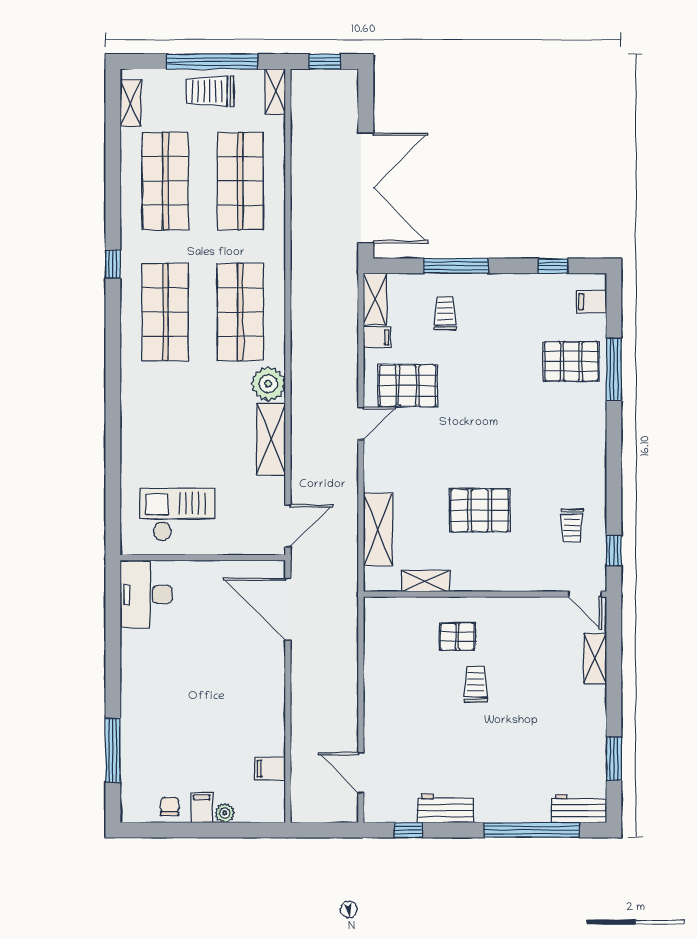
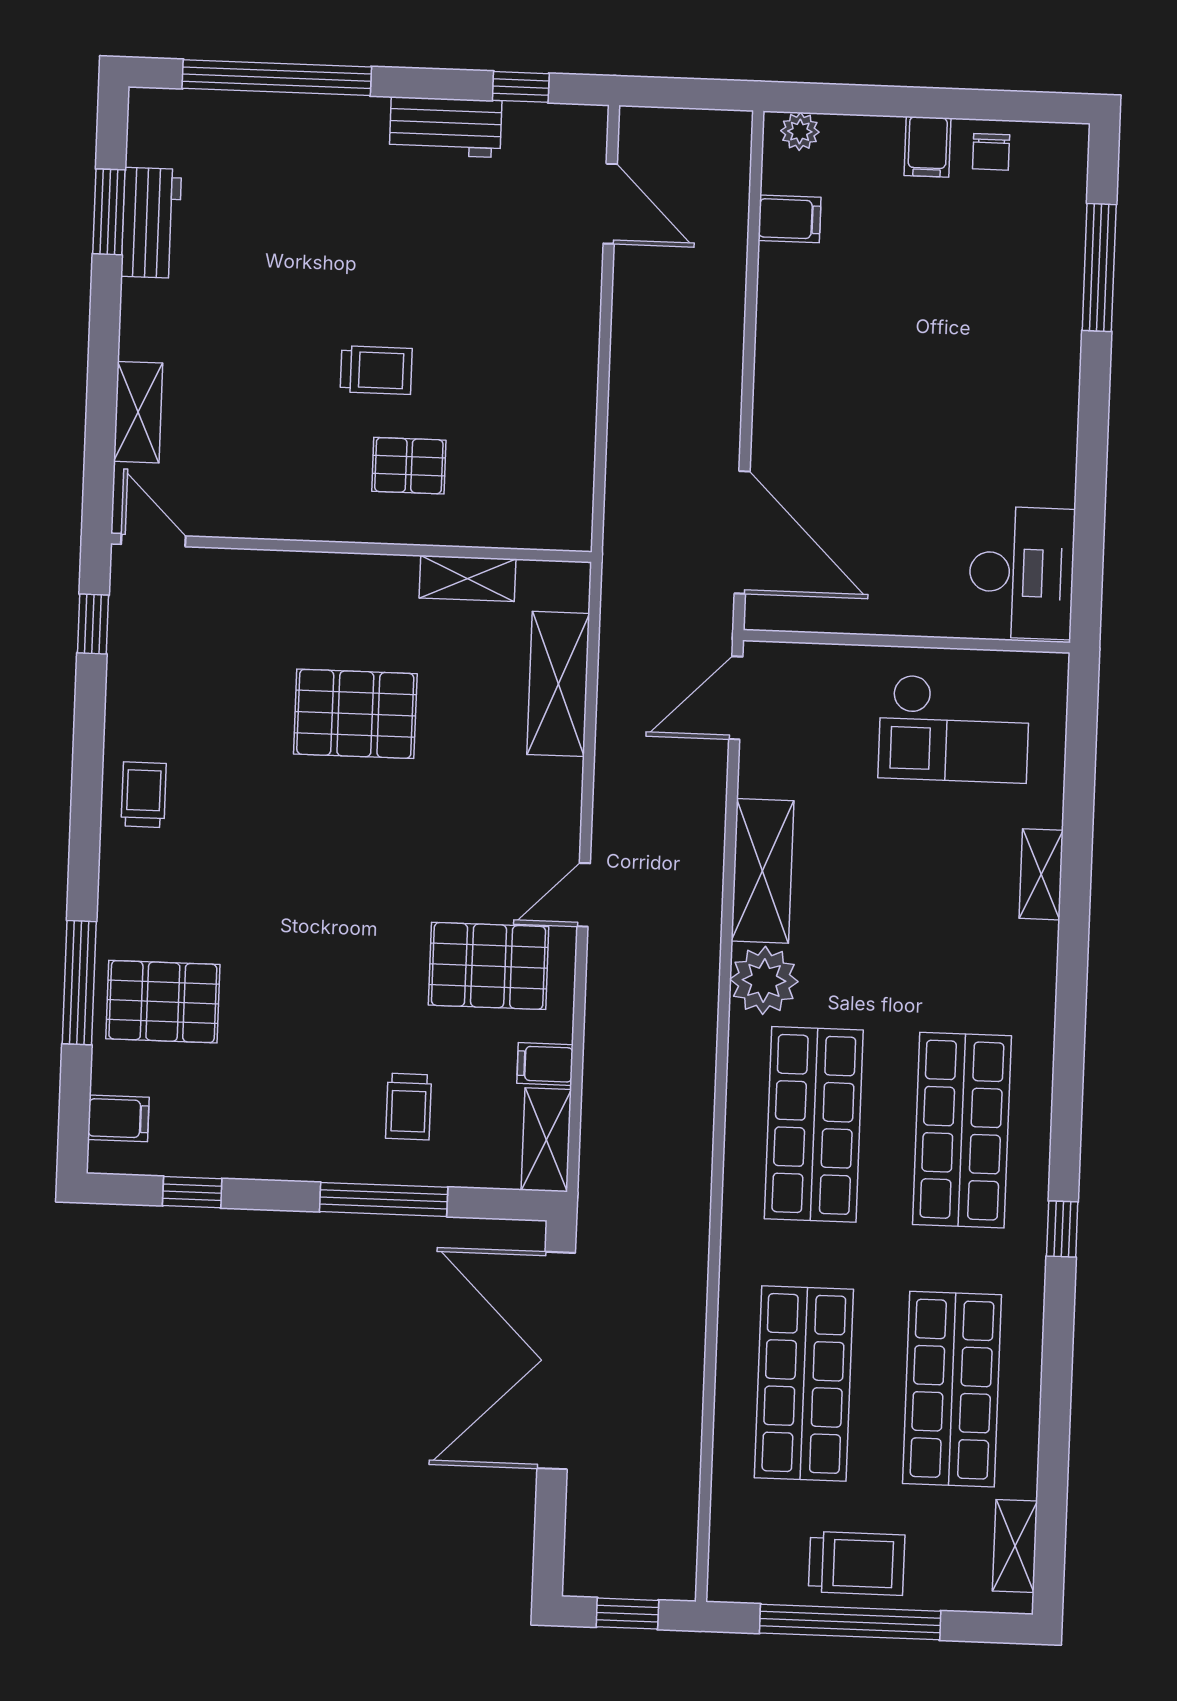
shelving: (275, 92) -> (1041, 874), moved
trolley: (572, 525) -> (144, 795), moved
trolley: (476, 684) -> (376, 370), turned -90
workbench: (579, 808) -> (151, 223), moved, turned -90
plant: (225, 813) -> (800, 131), moved

